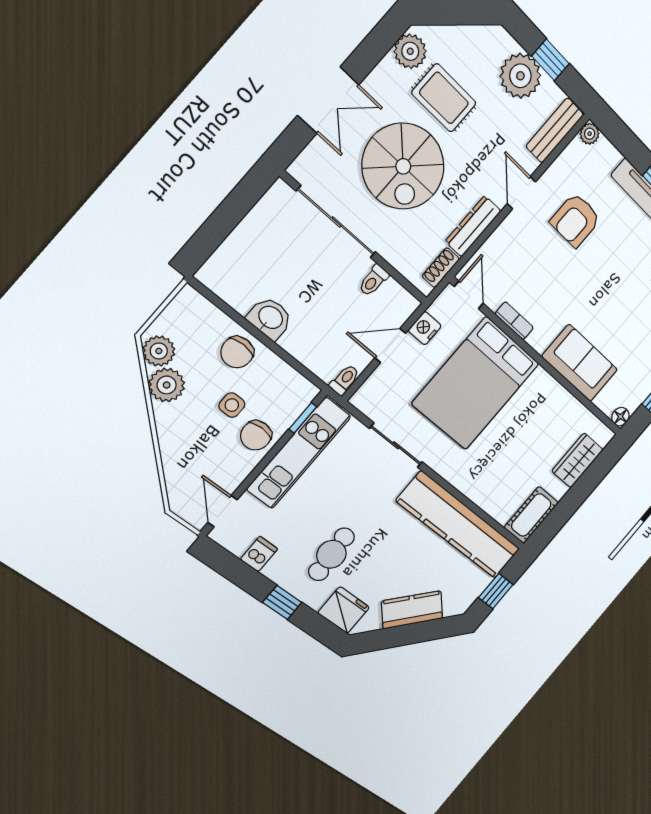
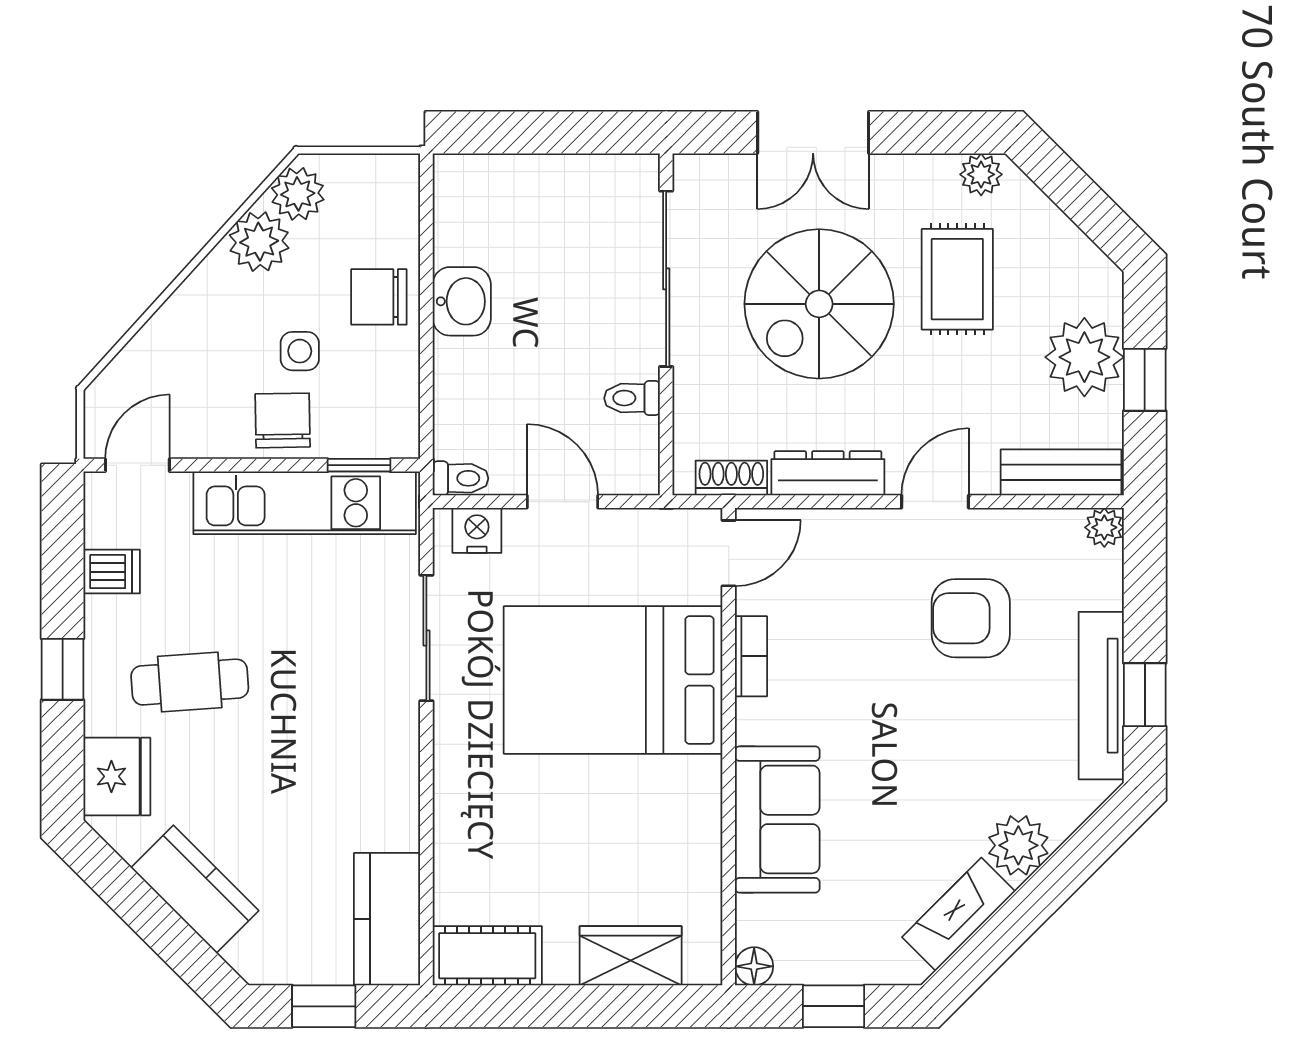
plant: (410, 51) -> (981, 174), width x0.73, depth x0.73
nightstand: (425, 328) -> (477, 530), moved
chair: (256, 435) -> (283, 420), turned 89
kitchen counter: (459, 525) -> (387, 919), width x0.48, depth x0.86

